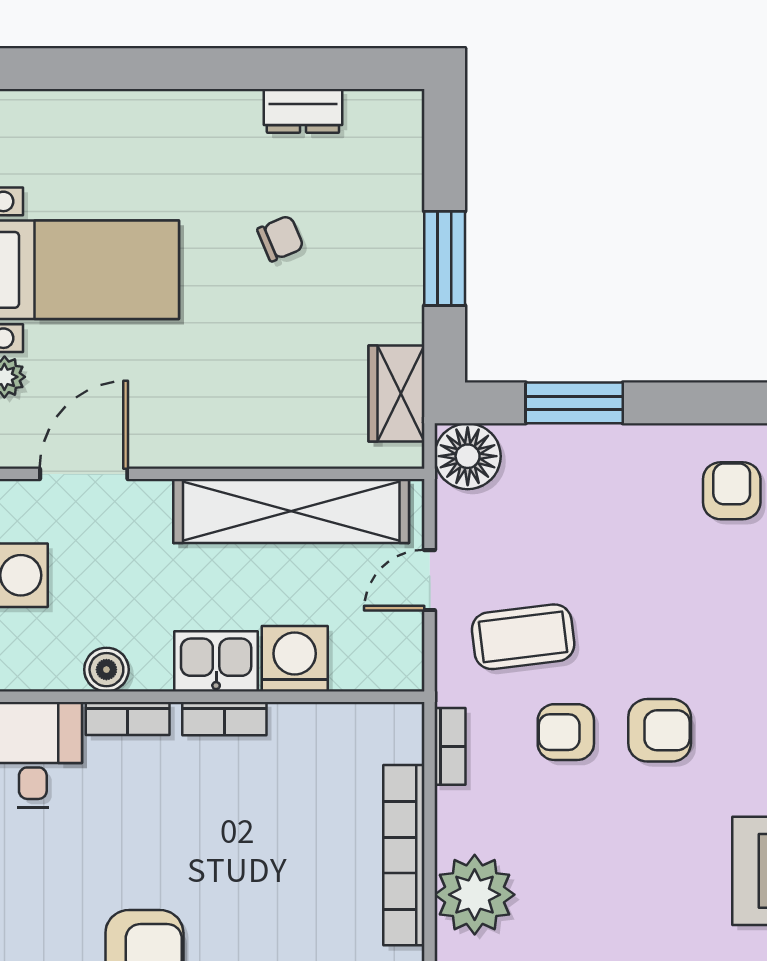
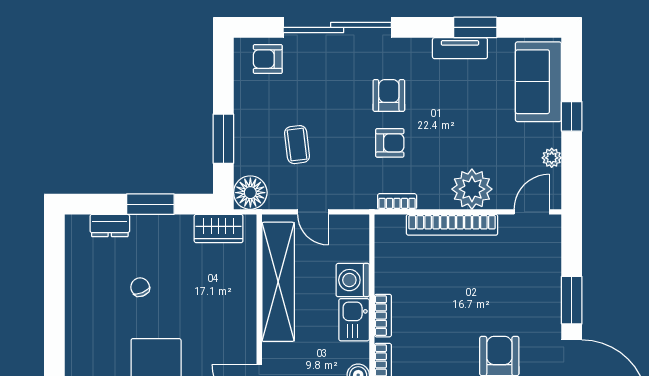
dresser: (303, 111) -> (110, 226), moved, turned 90
coffee table: (523, 637) -> (297, 145), moved, width x0.73, depth x0.77
armchair: (566, 732) -> (390, 143), turned -90

